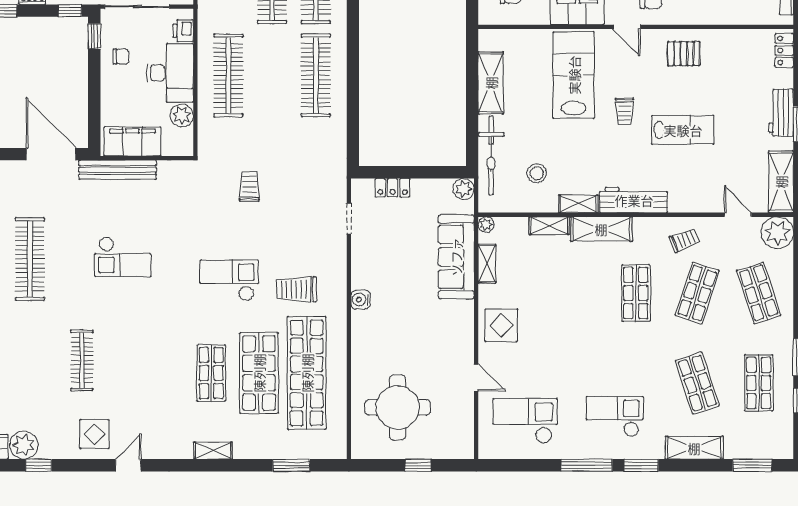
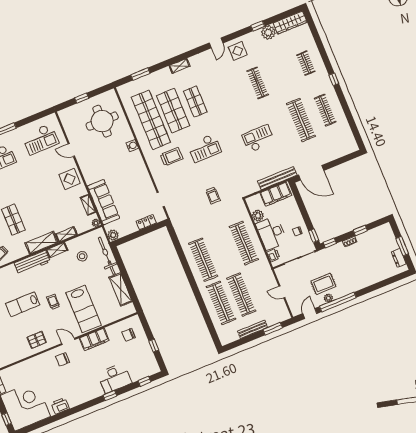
water cooler: (360, 300) -> (132, 146), moved

